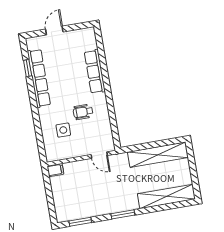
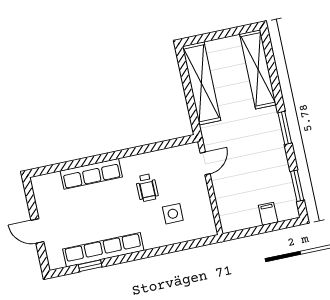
filing cabinet: (55, 170) -> (268, 214), moved

